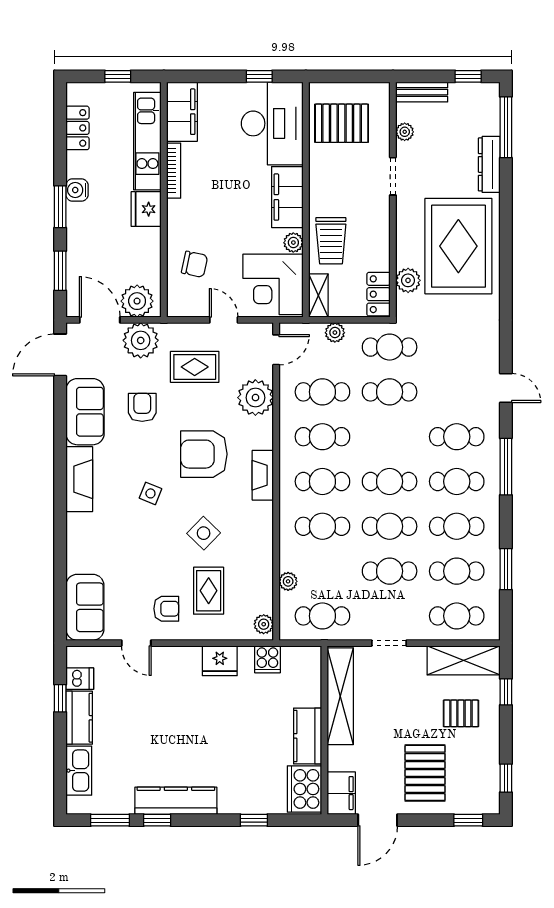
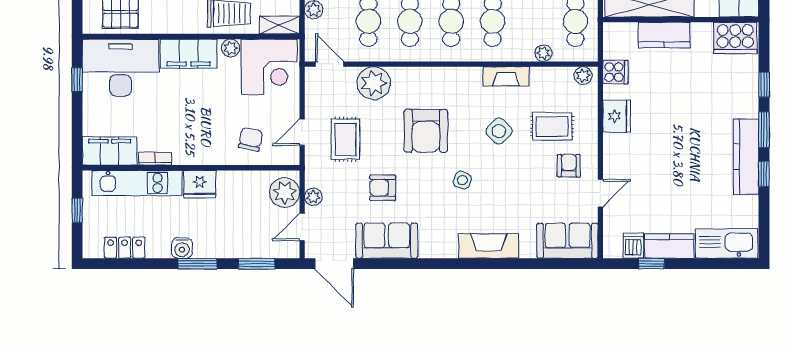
bookcase: (174, 171) -> (155, 159), width x0.64
door: (100, 320) -> (302, 227), width x0.73
door: (224, 320) -> (302, 132), moved
plant: (141, 340) -> (313, 197), width x0.53, depth x0.53
fireplace: (263, 475) -> (506, 76), moved
fireplace: (79, 479) -> (489, 246), moved
kitchen counter: (308, 736) -> (664, 35), moved
kitchen sink: (79, 771) -> (727, 243), width x1.36, depth x1.24
window: (110, 820) -> (764, 130), moved

